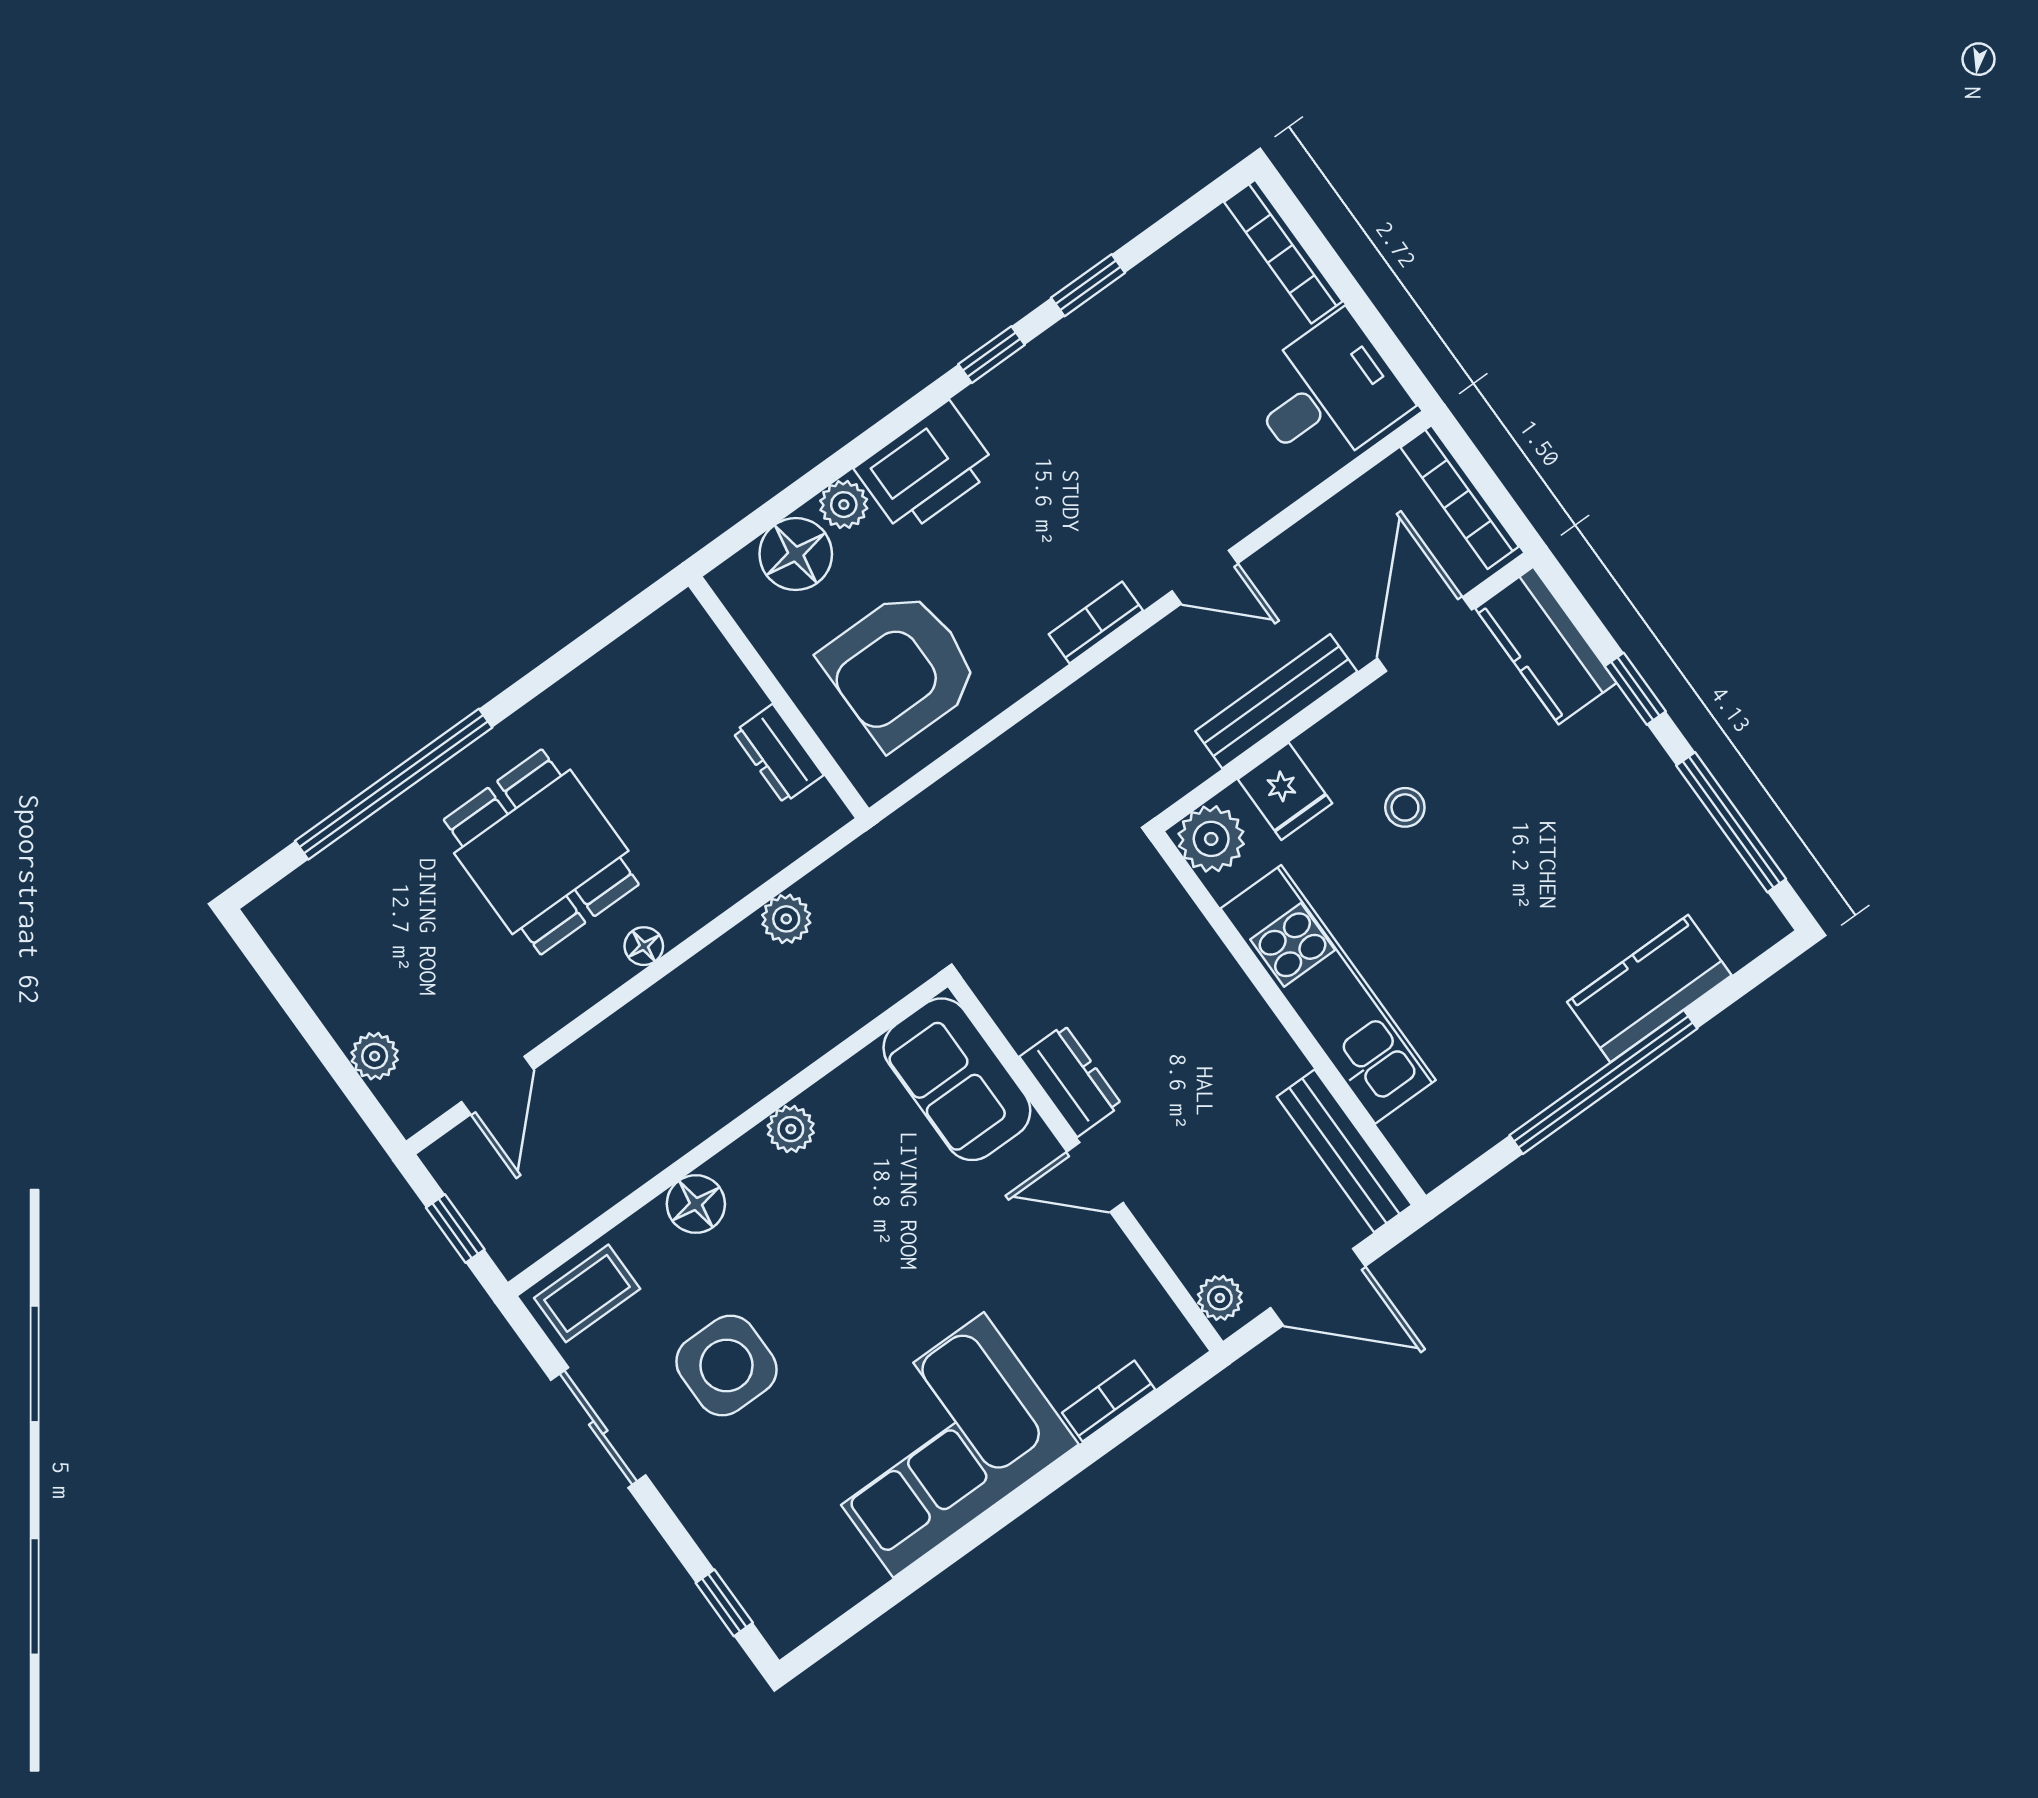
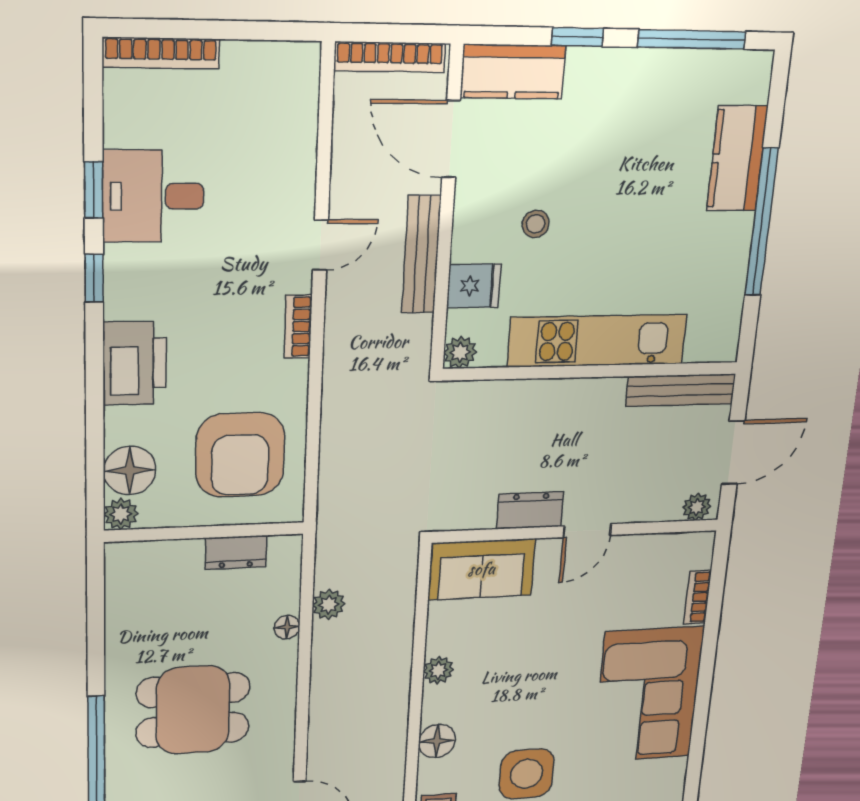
desk: (1327, 394) -> (153, 196), moved, turned -90
plant: (844, 505) -> (121, 514), moved
plant: (1211, 839) -> (460, 352), width x0.73, depth x0.73
floor lamp: (644, 946) -> (287, 627), moved

